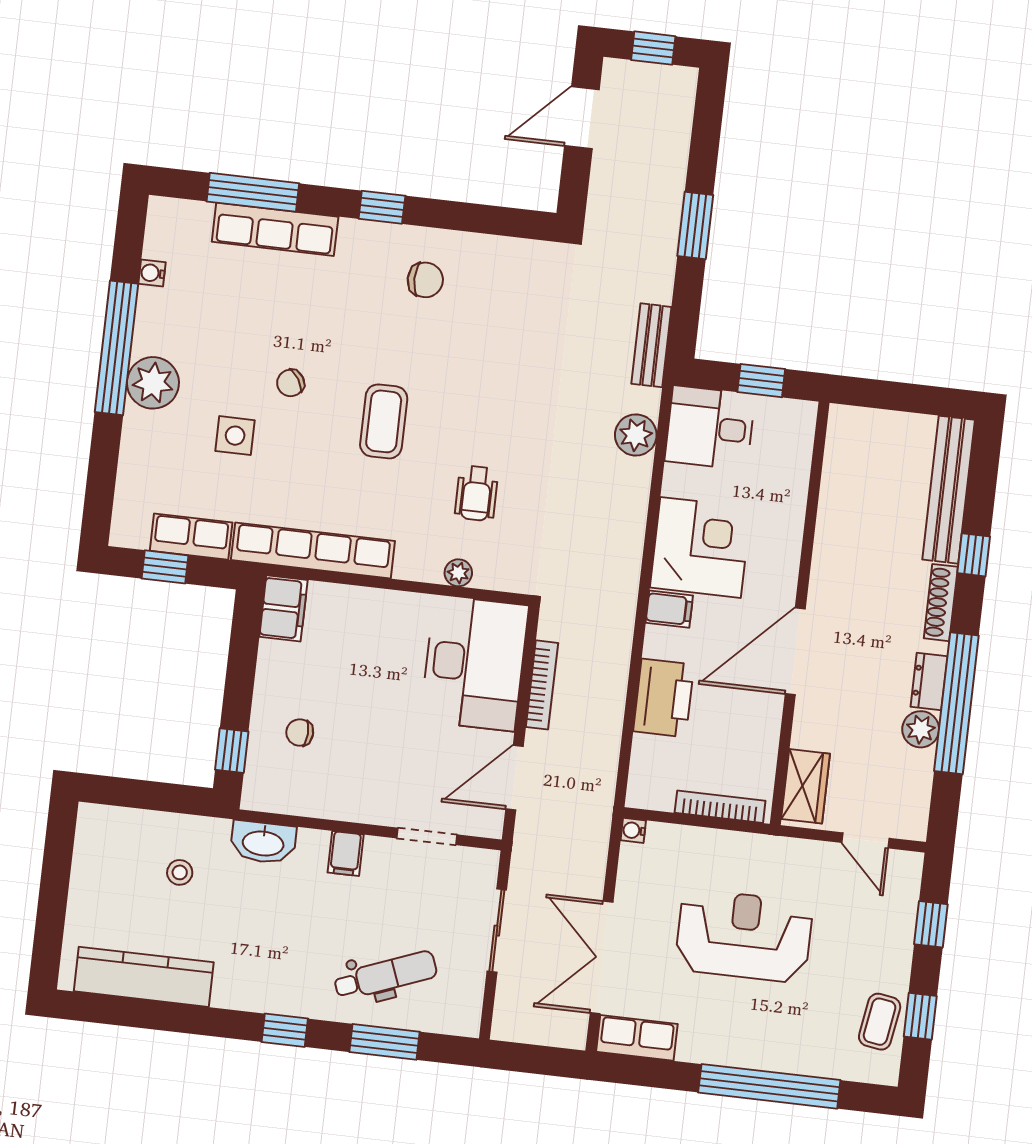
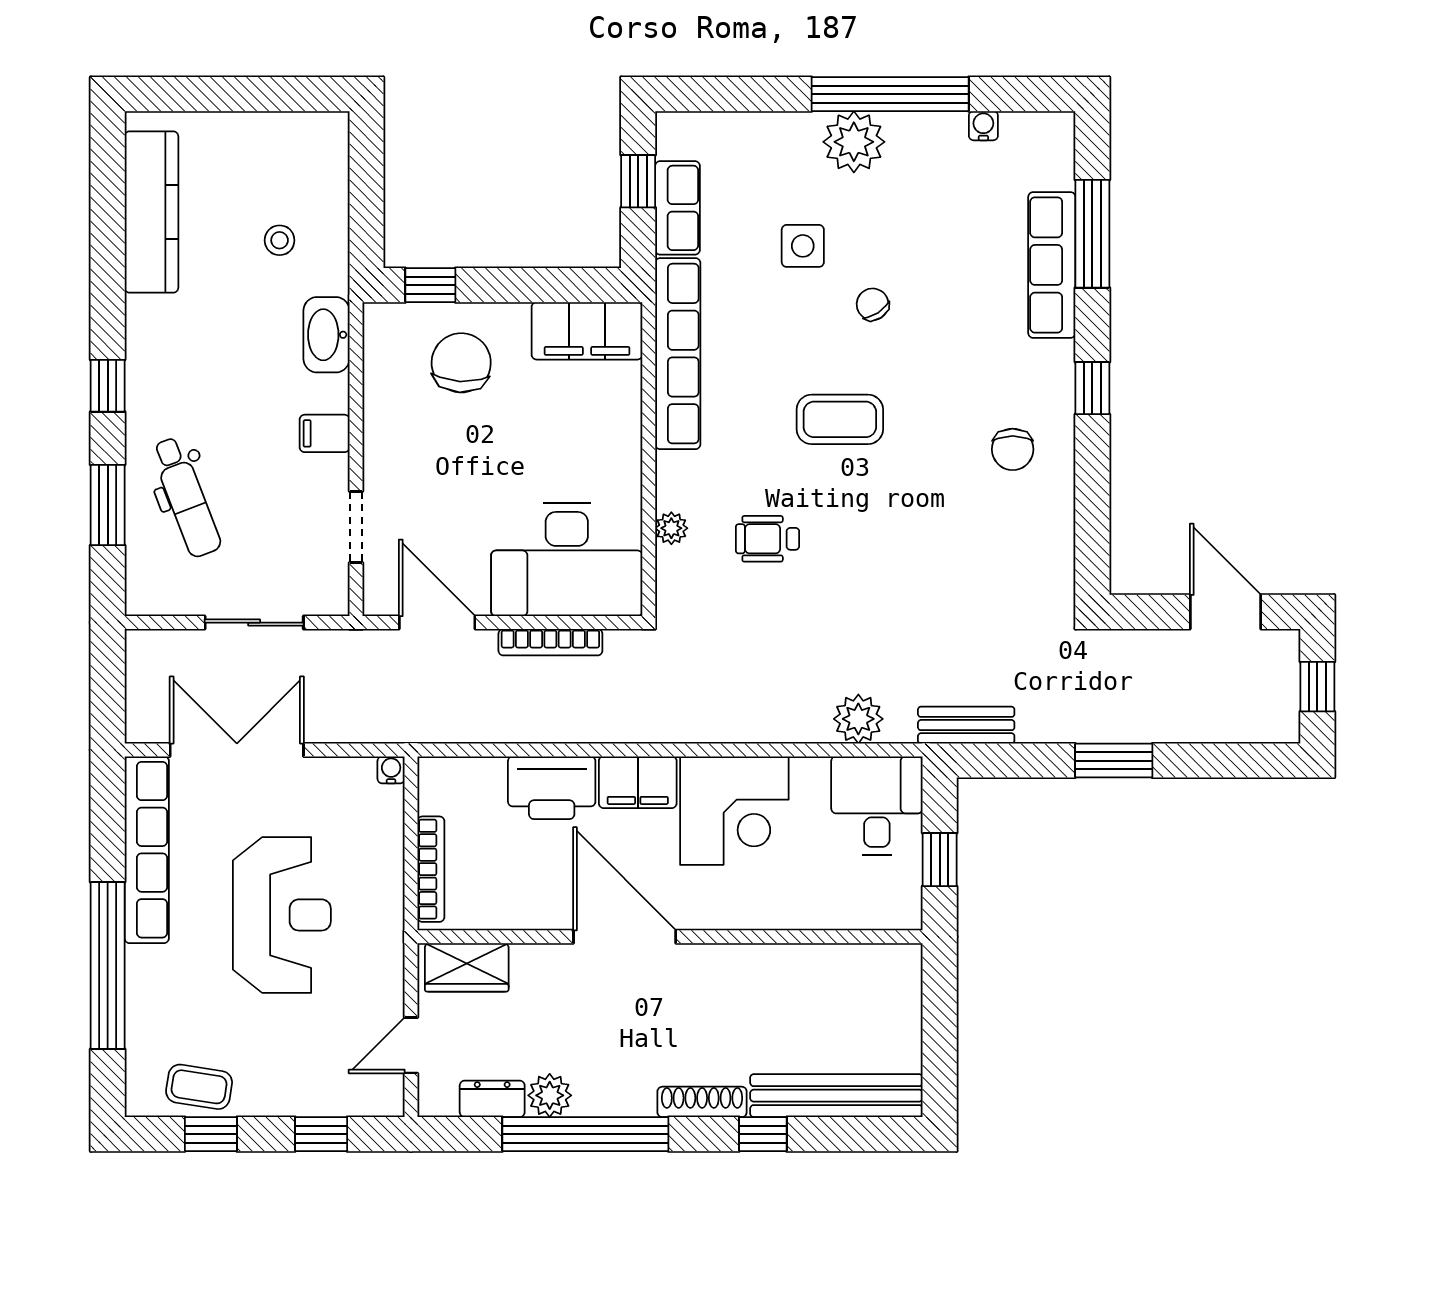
filing cabinet: (283, 608) -> (587, 331), width x1.50, depth x1.17
filing cabinet: (669, 609) -> (638, 782), width x2.00
dresser: (929, 682) -> (492, 1099), moved
chair: (300, 732) -> (461, 363), width x1.87, depth x1.87
row of seats: (637, 1038) -> (147, 850), width x2.02

